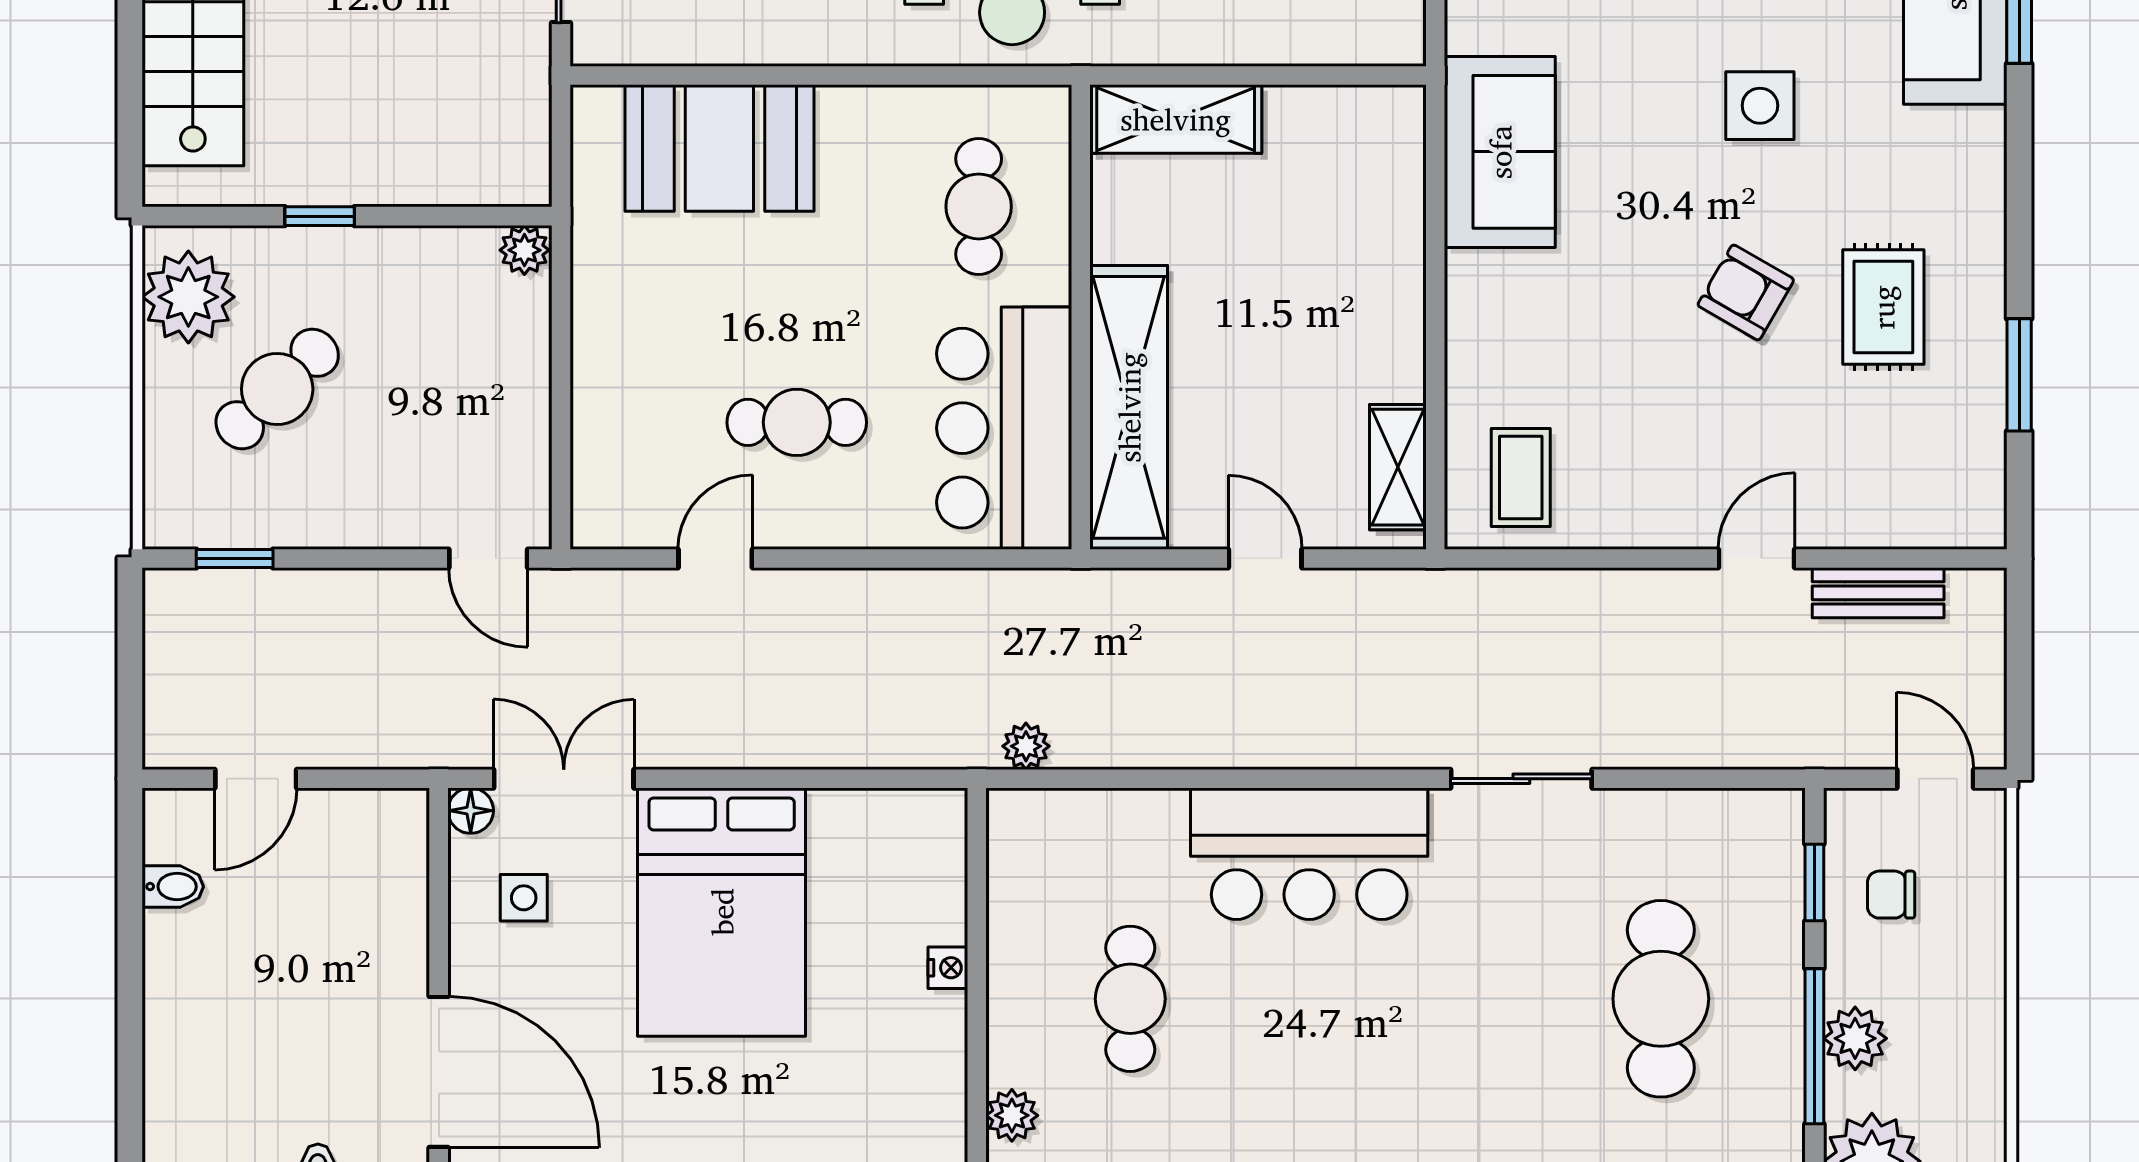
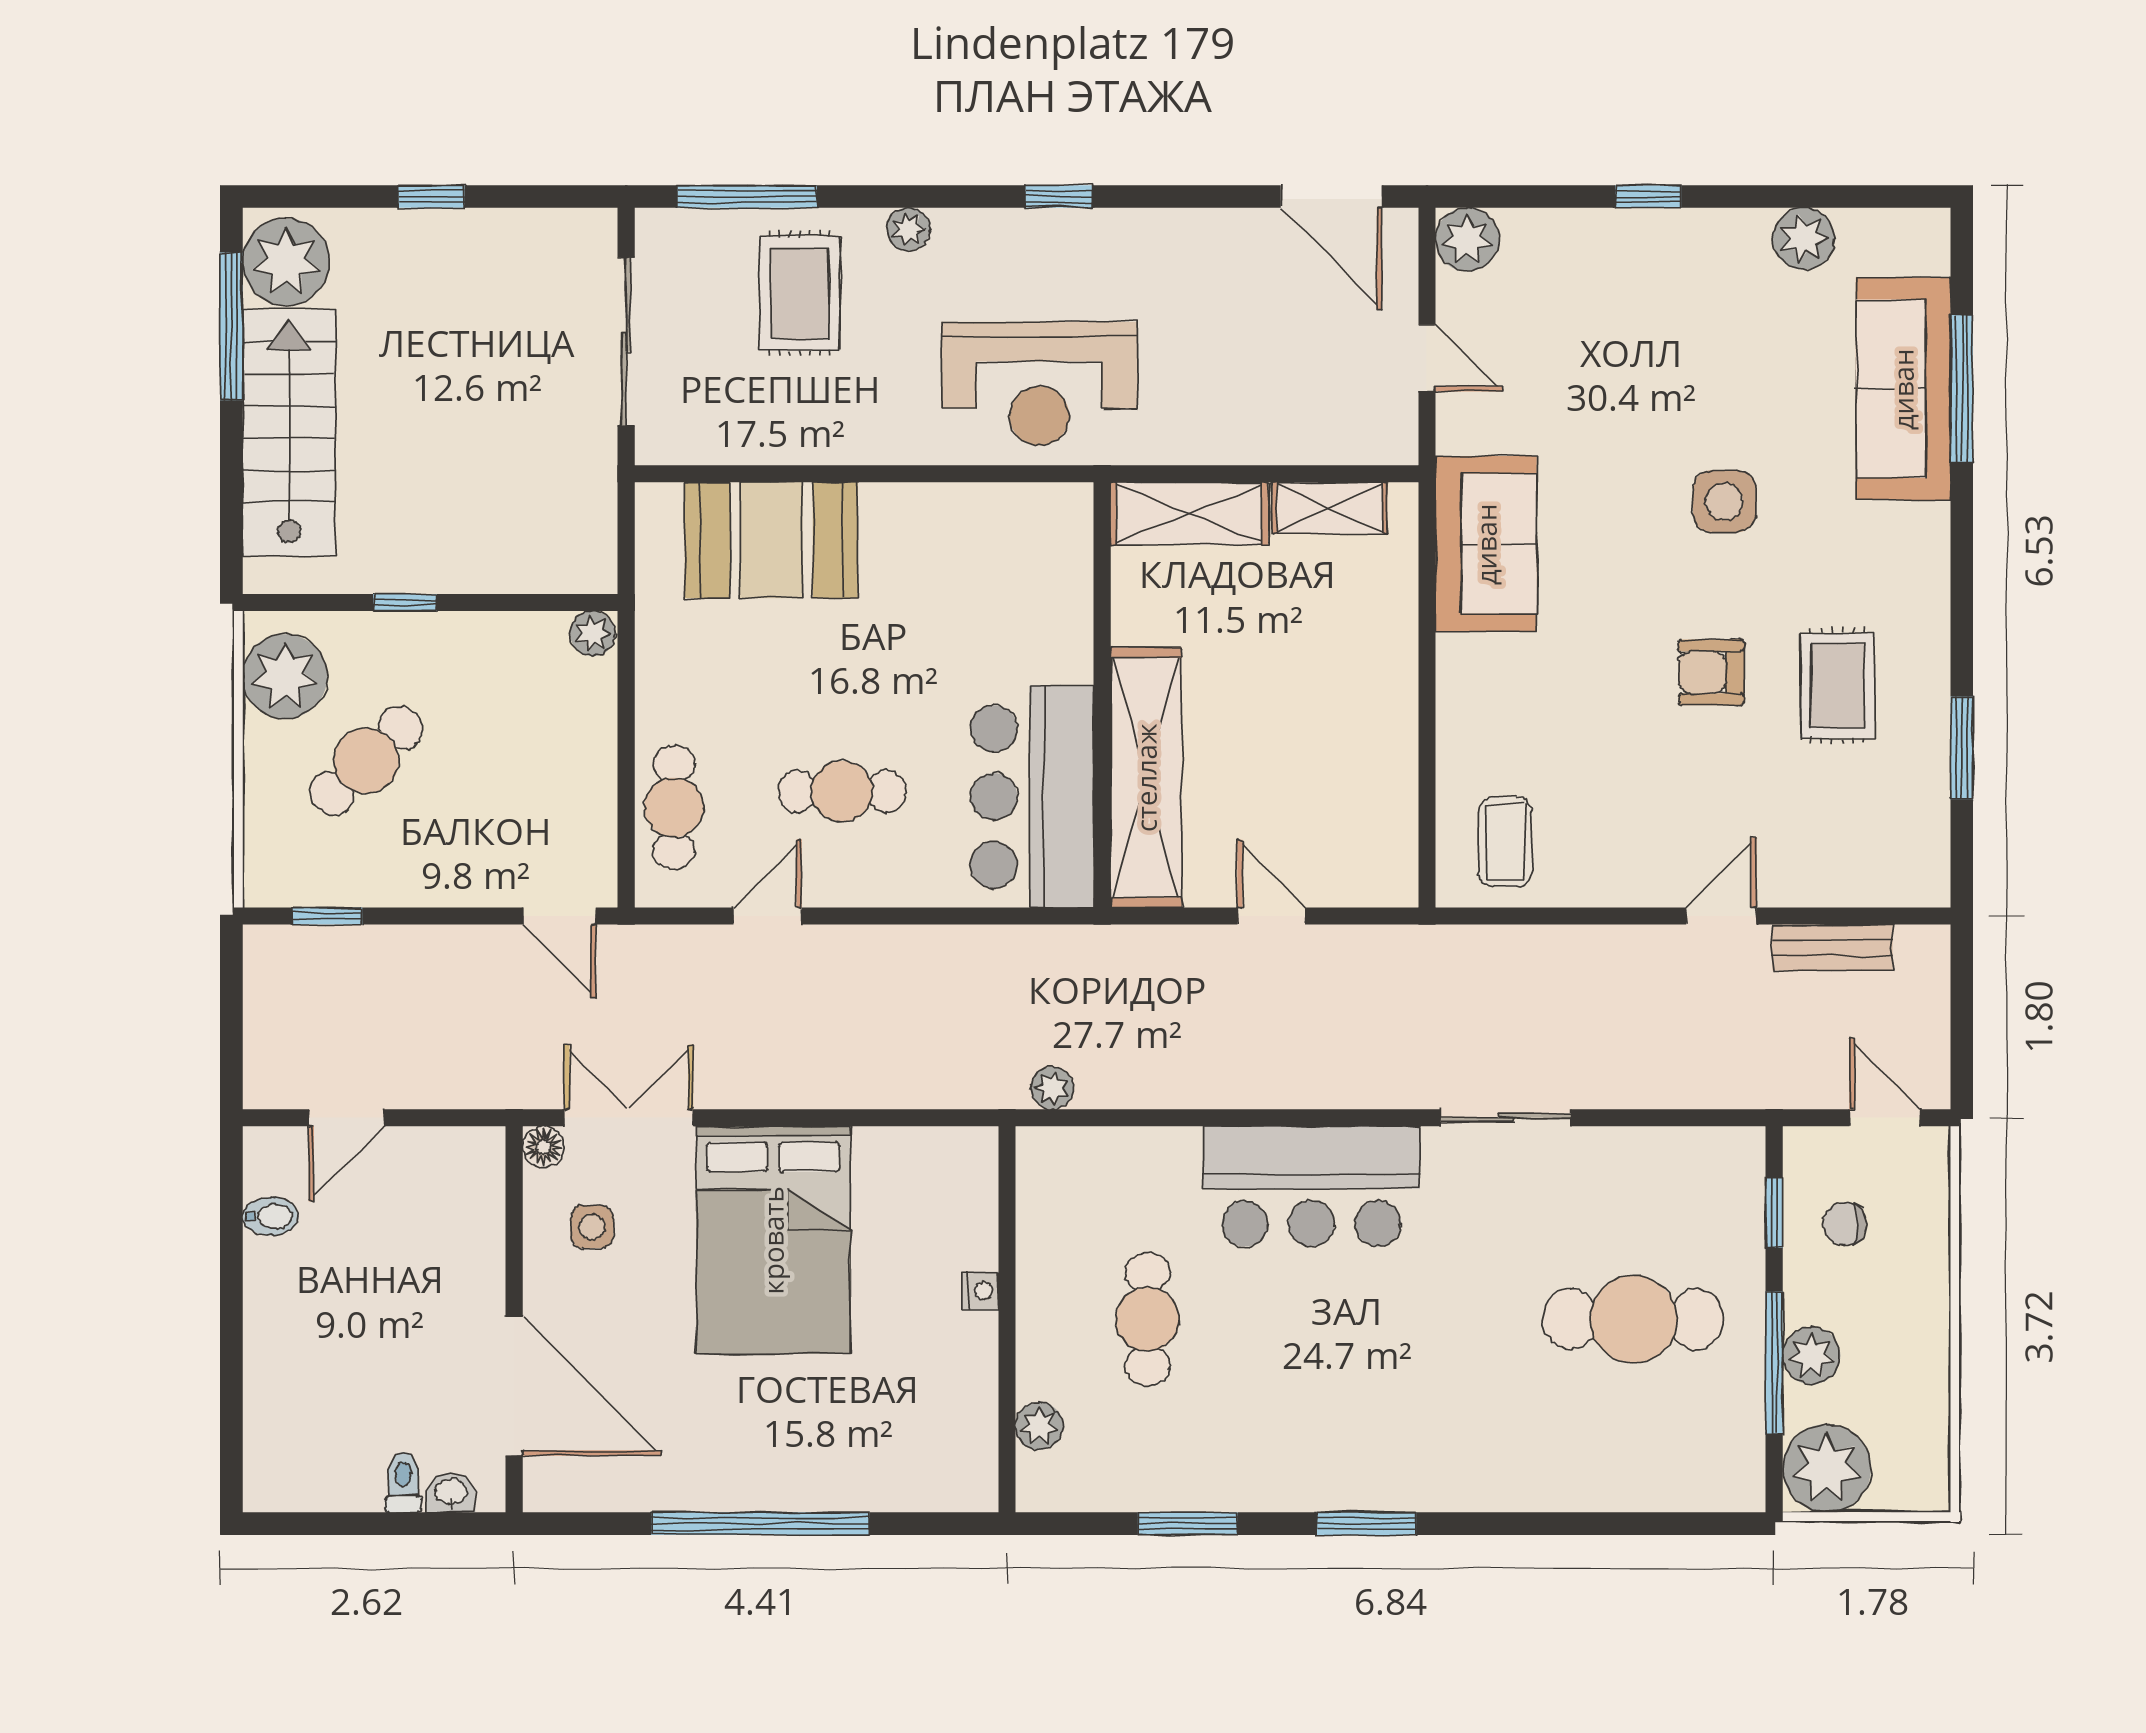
cafe table: (979, 206) -> (674, 807), moved
armchair: (1746, 292) -> (1711, 672), turned -30
shelving: (1398, 467) -> (1330, 508), moved, turned 90
cafe table: (1661, 999) -> (1633, 1319), turned 90

